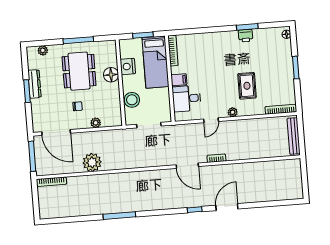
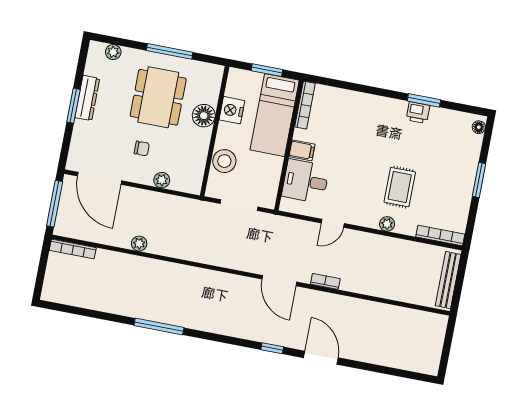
plant: (233, 112) -> (387, 224), moved
plant: (92, 162) -> (139, 244), width x0.53, depth x0.53
door: (227, 207) -> (321, 358), hinge flipped

